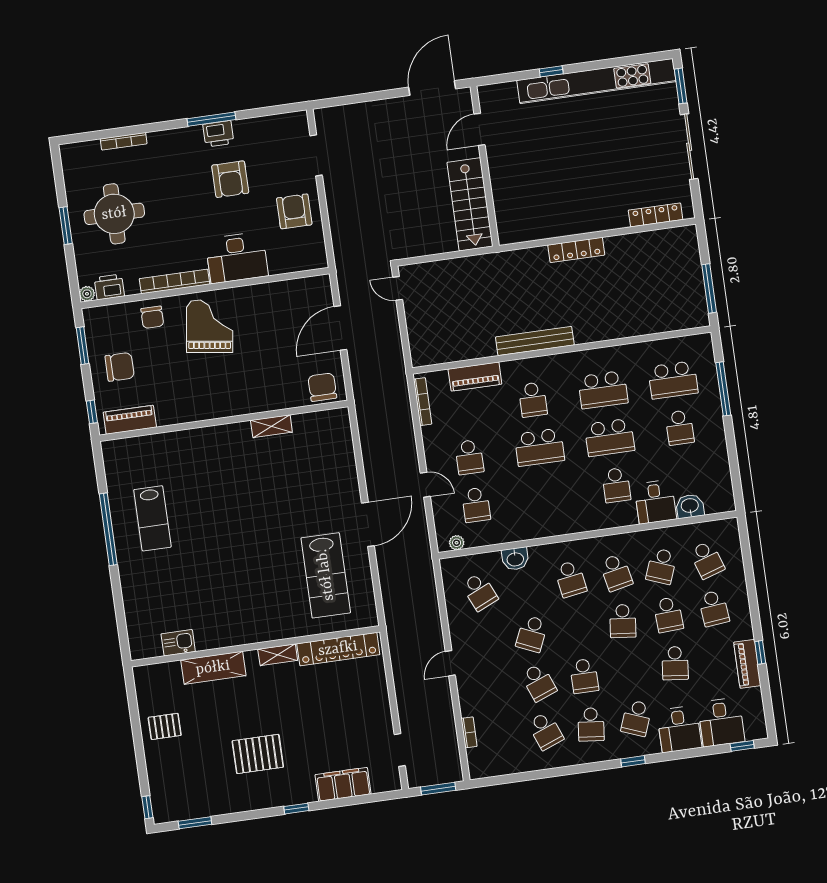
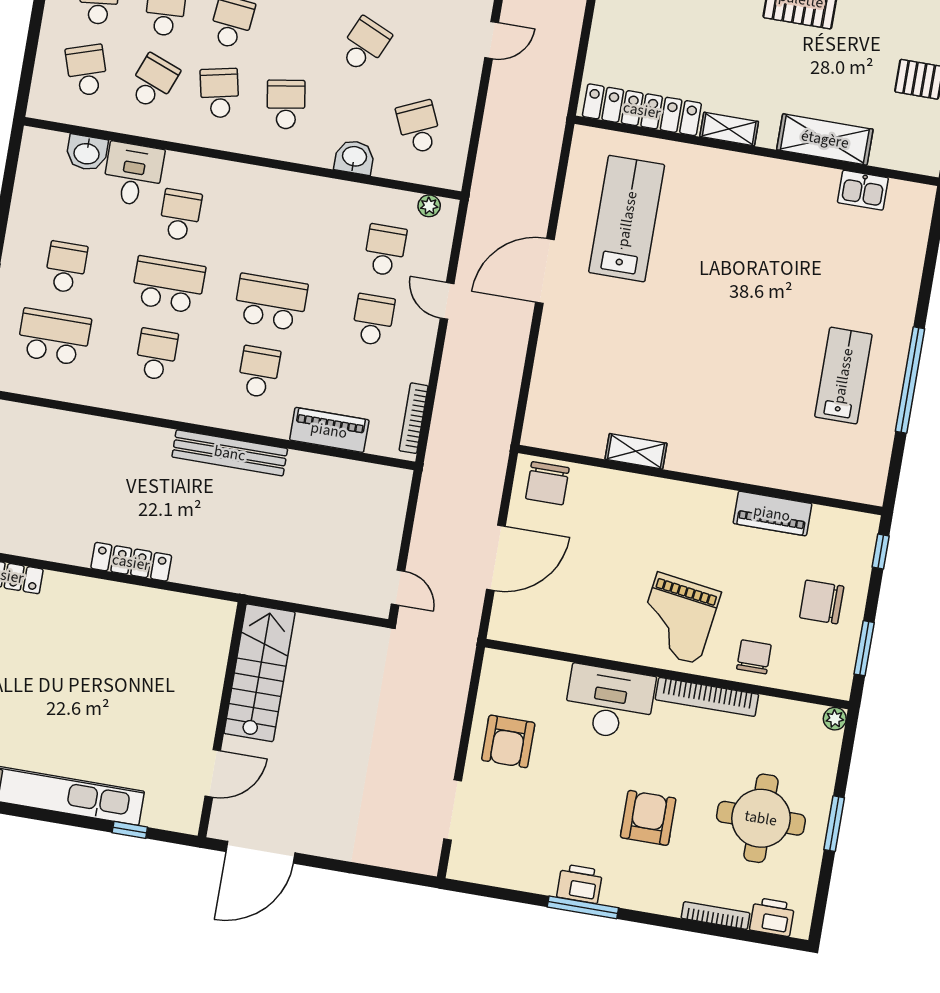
window: (551, 71) -> (130, 830), moved
armchair: (230, 179) -> (648, 818), moved
printer: (109, 287) -> (772, 917), moved, turned 180
school desk: (603, 390) -> (156, 354), width x0.54
piano: (130, 420) -> (772, 513), moved

